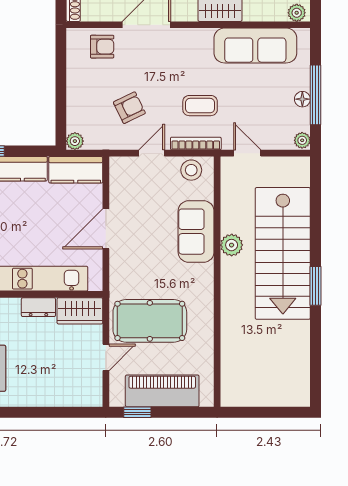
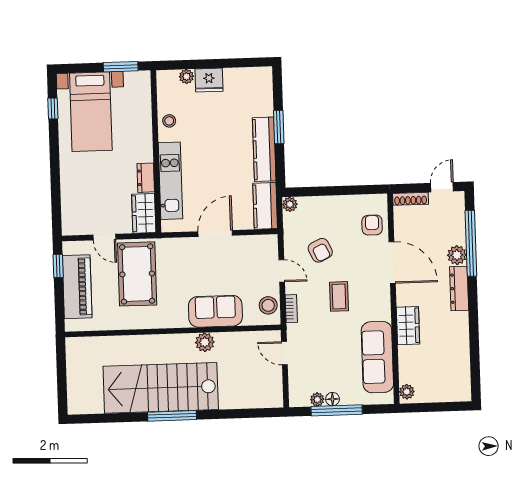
armchair: (102, 47) -> (372, 225), turned 180
coffee table: (200, 106) -> (339, 296), moved
plant: (302, 140) -> (317, 399), moved
bookcase: (196, 143) -> (291, 309), width x0.64
door: (247, 153) -> (284, 353), swing flipped
door: (106, 229) -> (215, 233), hinge flipped
stairs: (283, 253) -> (161, 388), moved
window: (316, 286) -> (172, 416), width x1.44

